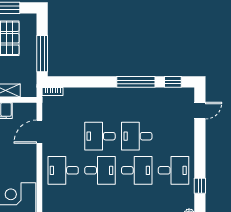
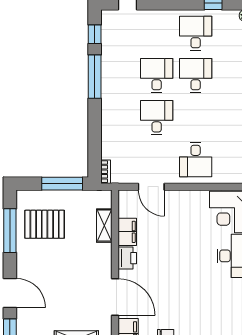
desk: (100, 136) -> (157, 118), turned 180
desk: (137, 136) -> (157, 76), turned 180
desk: (100, 170) -> (196, 118), removed

